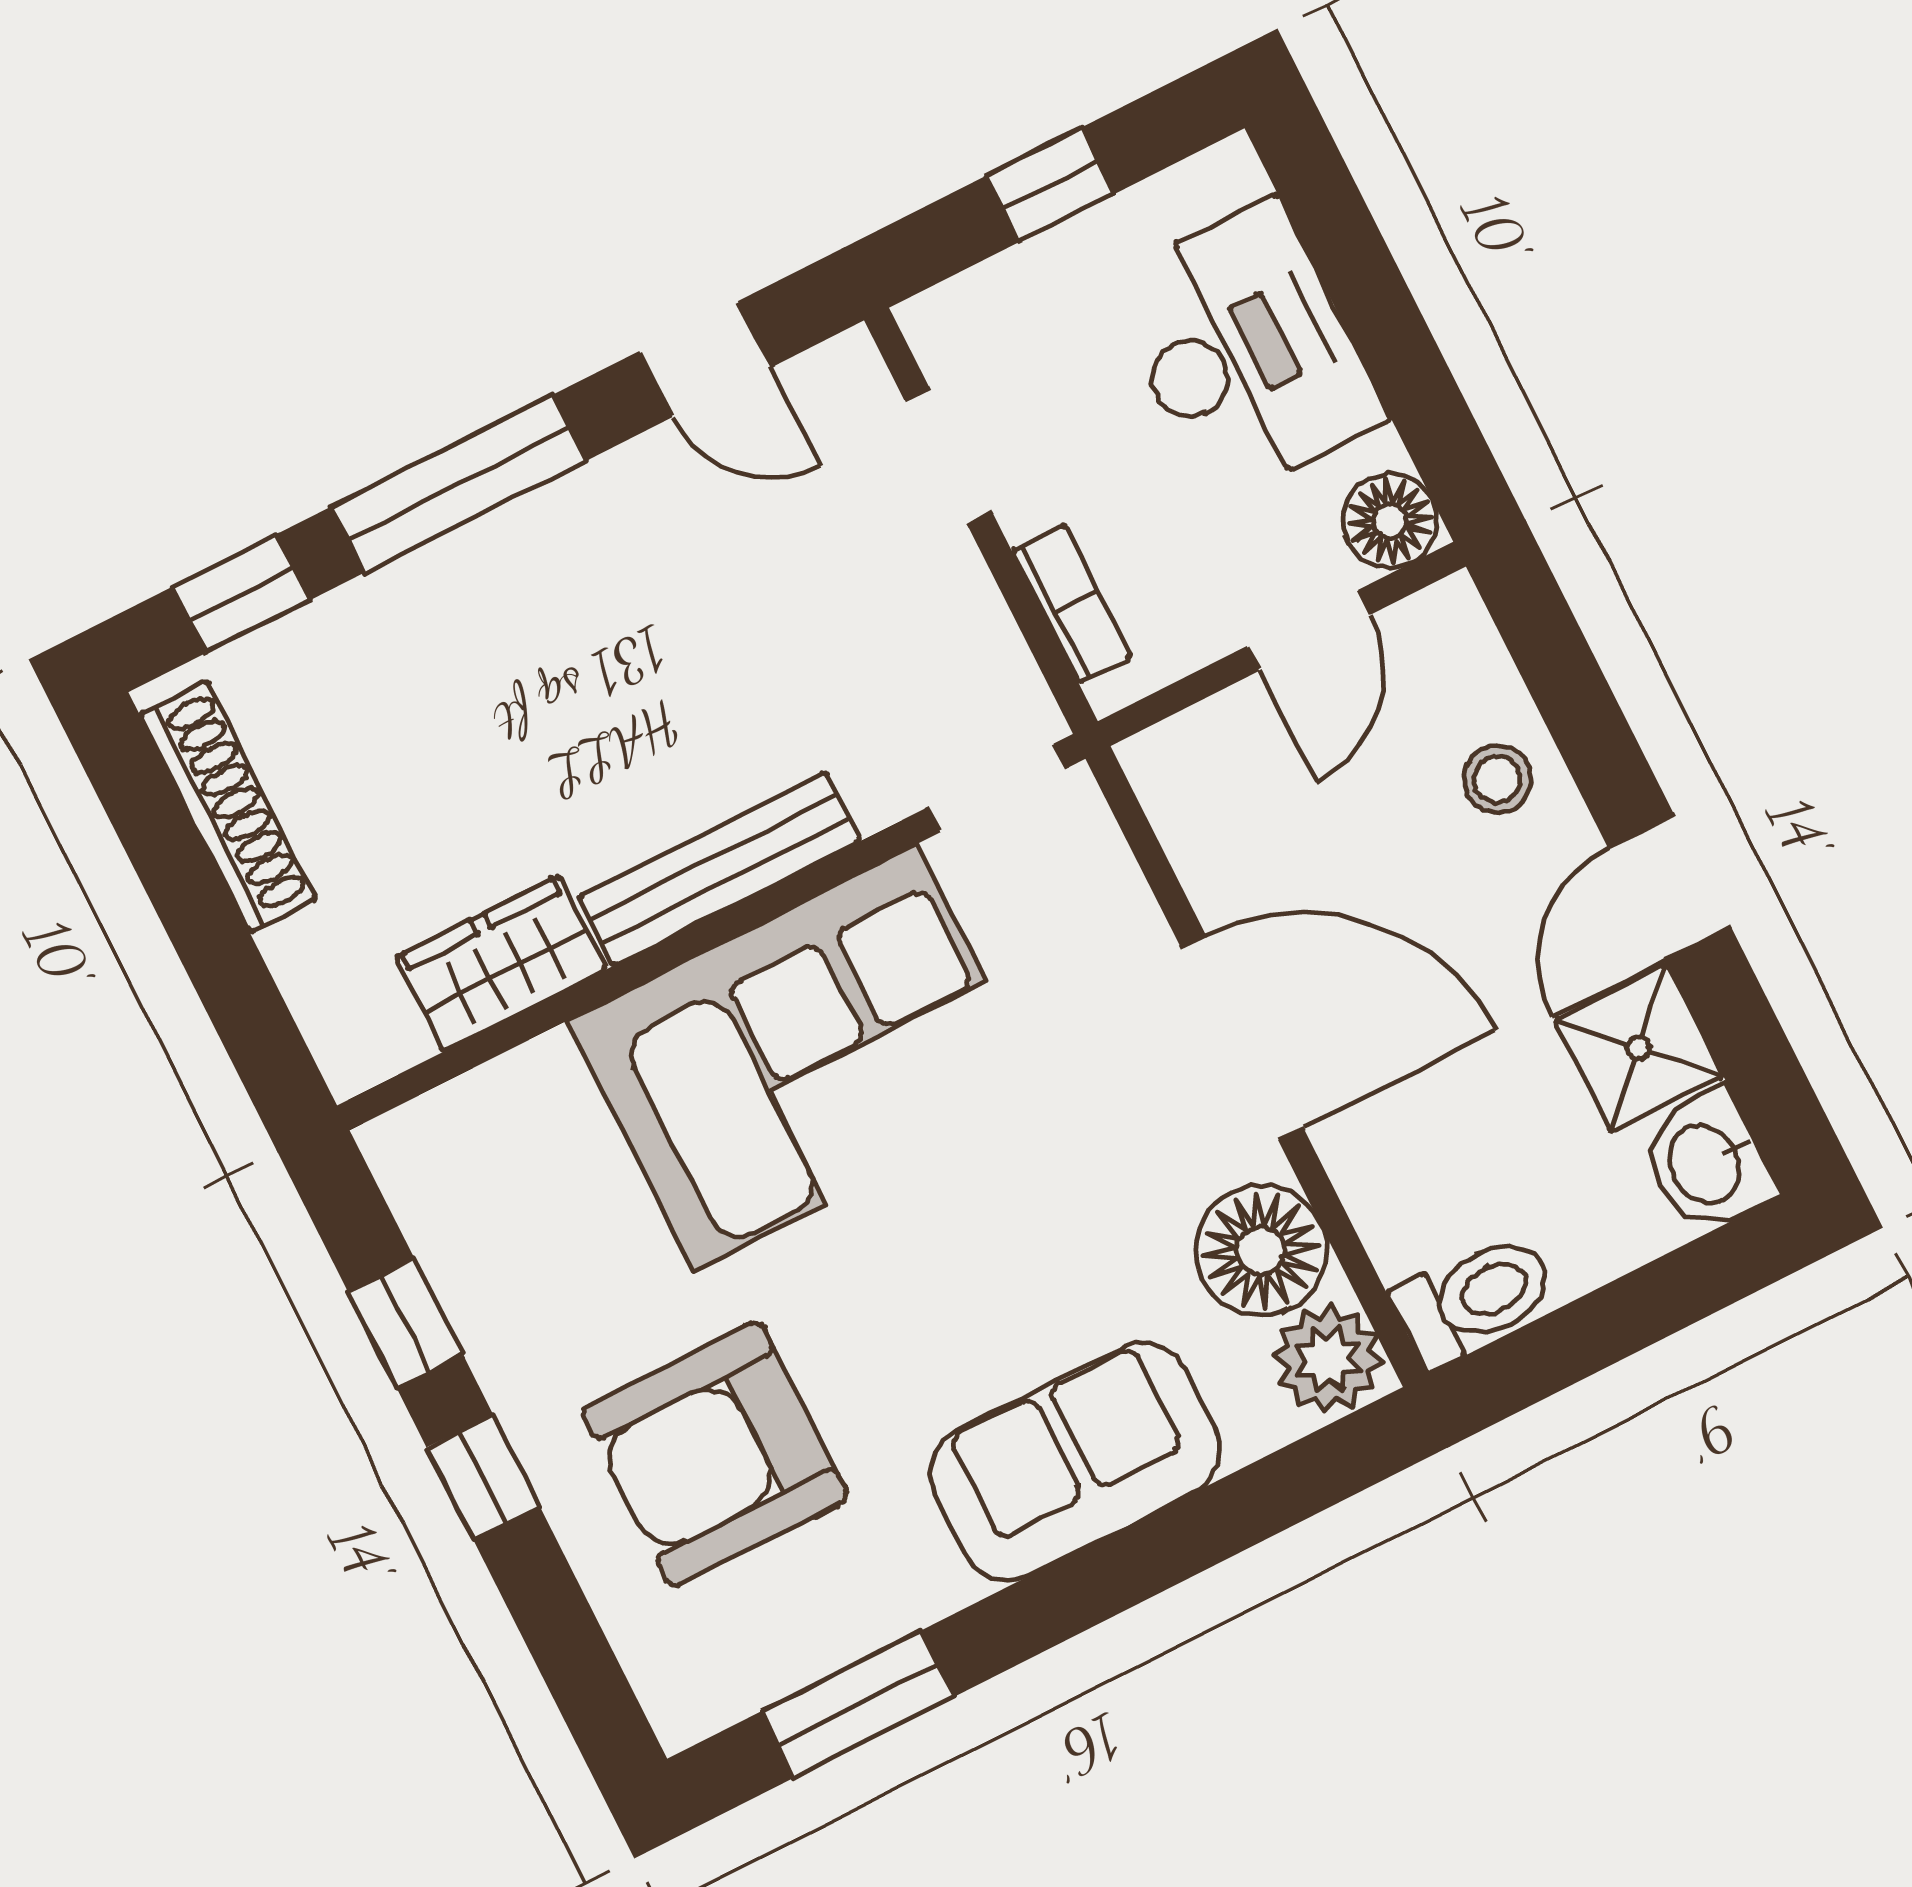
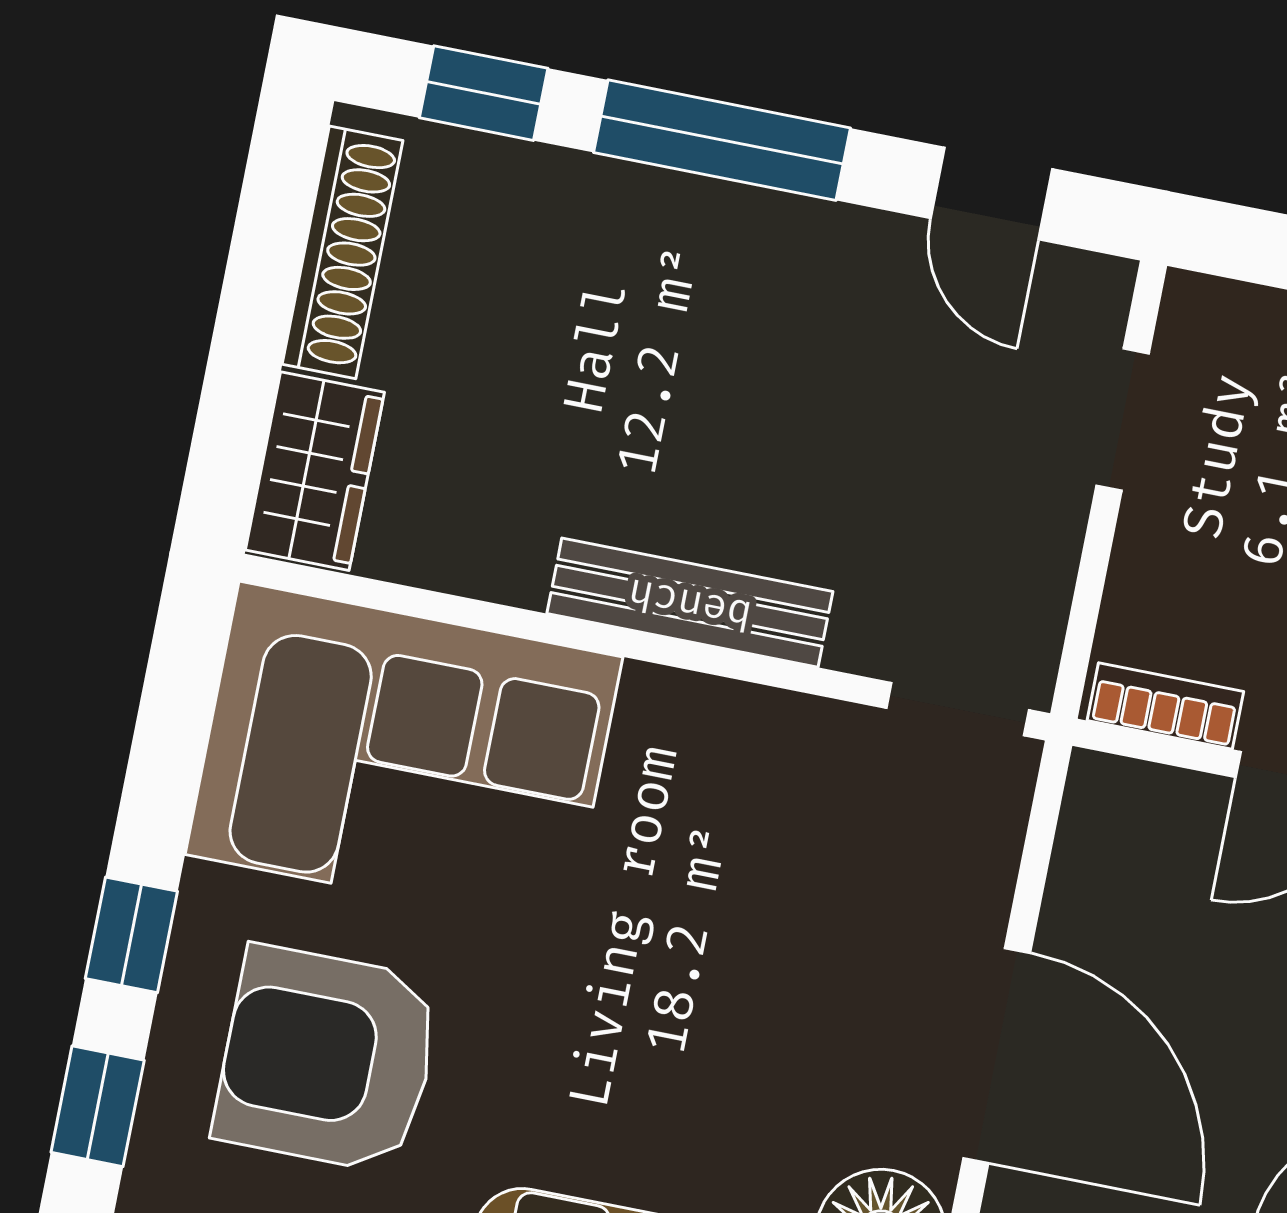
bookcase: (1072, 604) -> (1165, 706), moved, turned -90
wardrobe: (501, 963) -> (315, 471), moved, turned 90
corner sofa: (805, 1057) -> (404, 756), moved
window: (405, 1323) -> (98, 1106), moved

